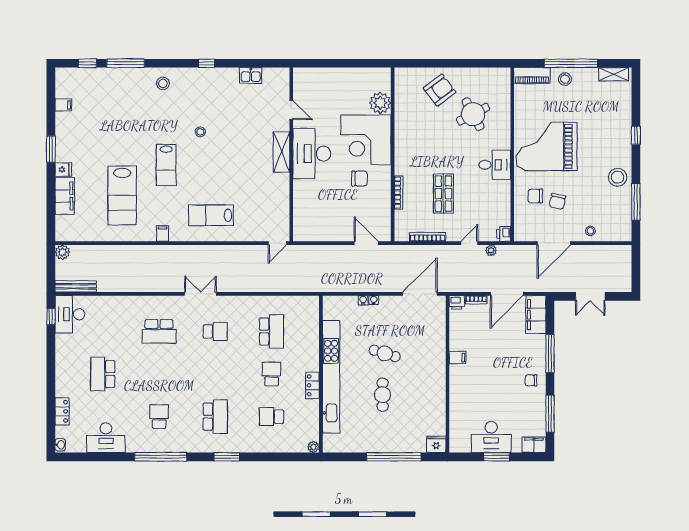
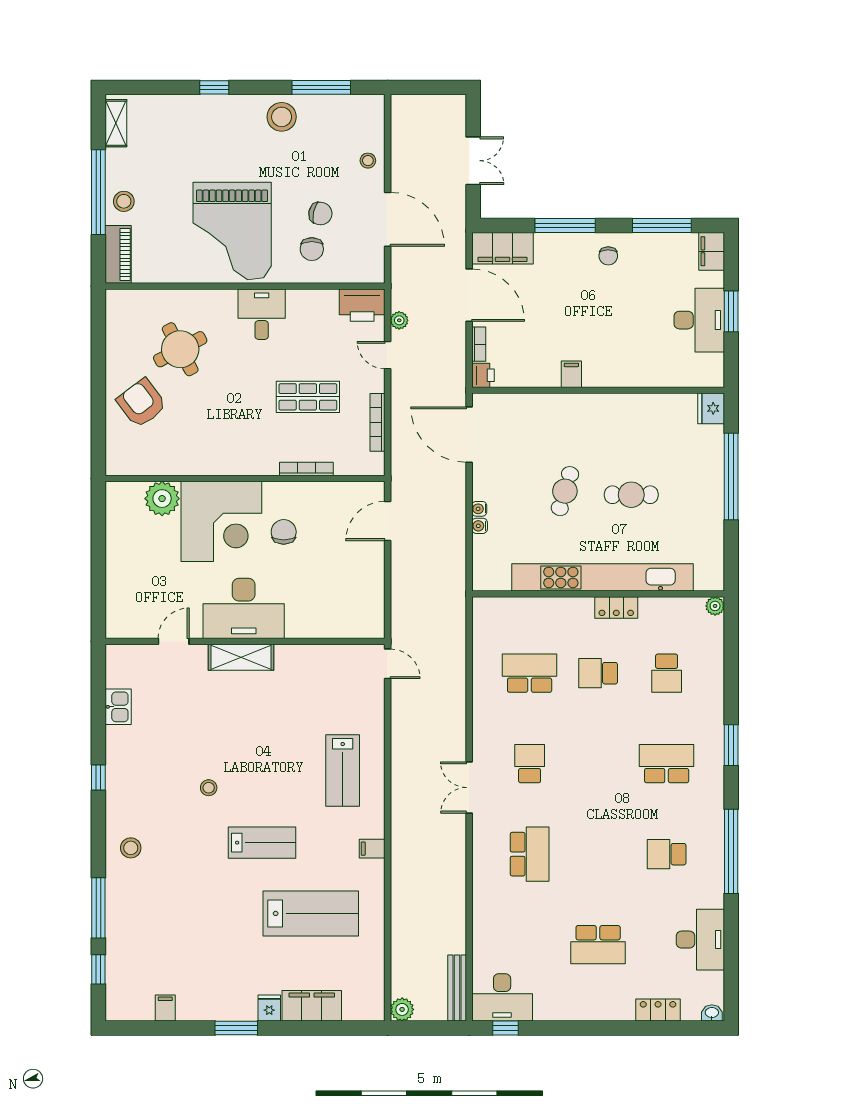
printer: (504, 234) -> (362, 305), width x1.87, depth x1.48

